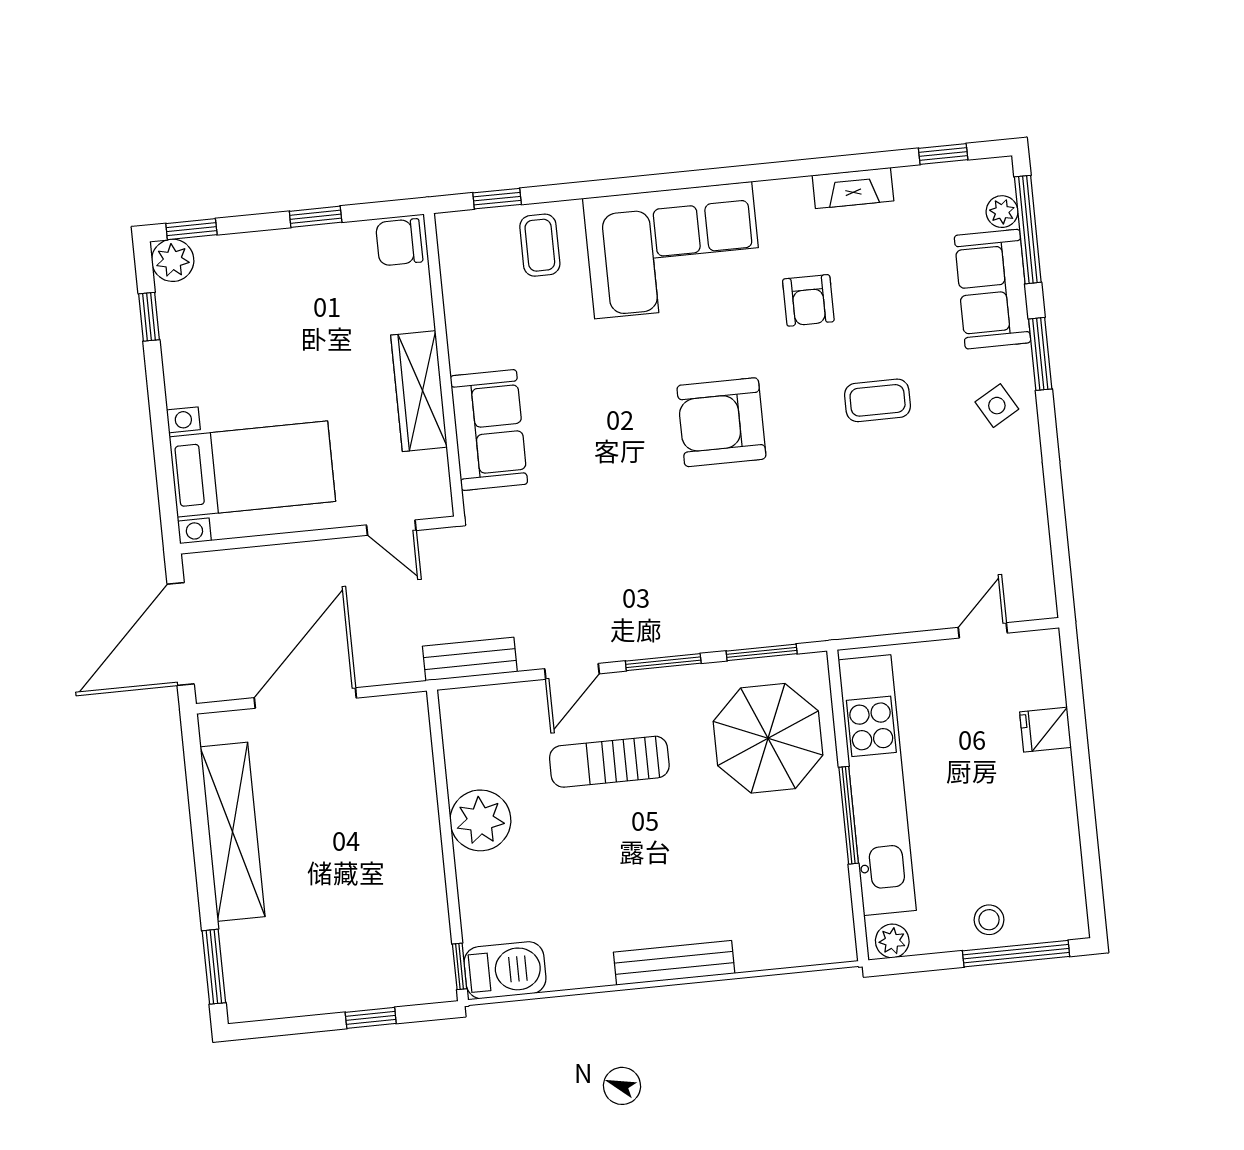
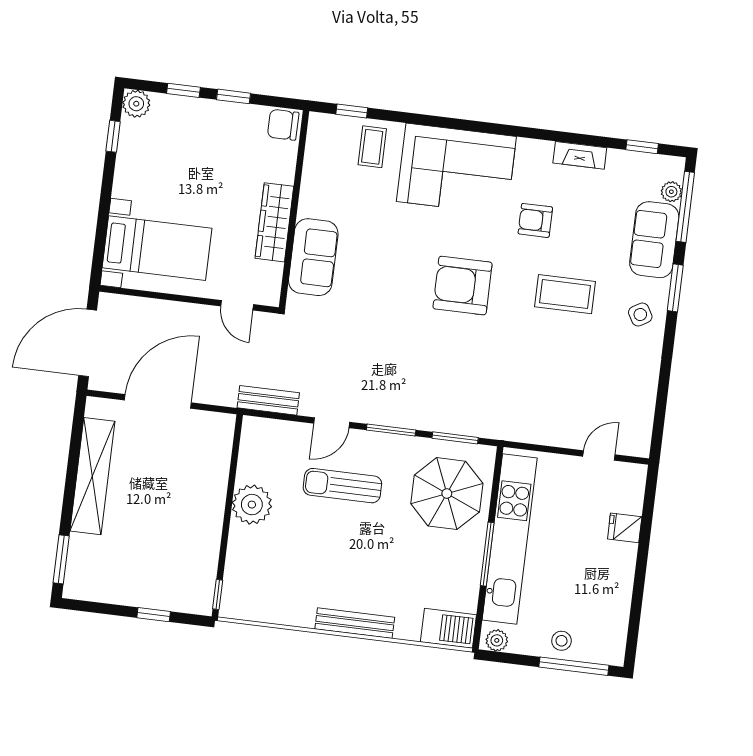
window: (191, 229) -> (183, 90), moved
armchair: (808, 300) -> (535, 220), turned 90
coffee table: (878, 400) -> (565, 294), width x1.36, depth x1.30
barbecue: (505, 970) -> (448, 628), moved

